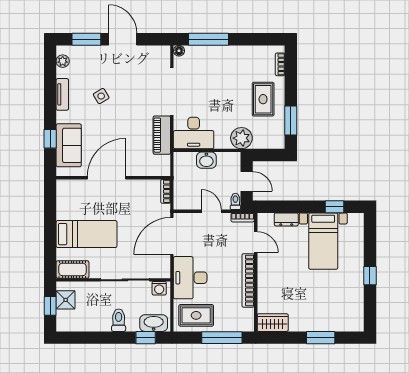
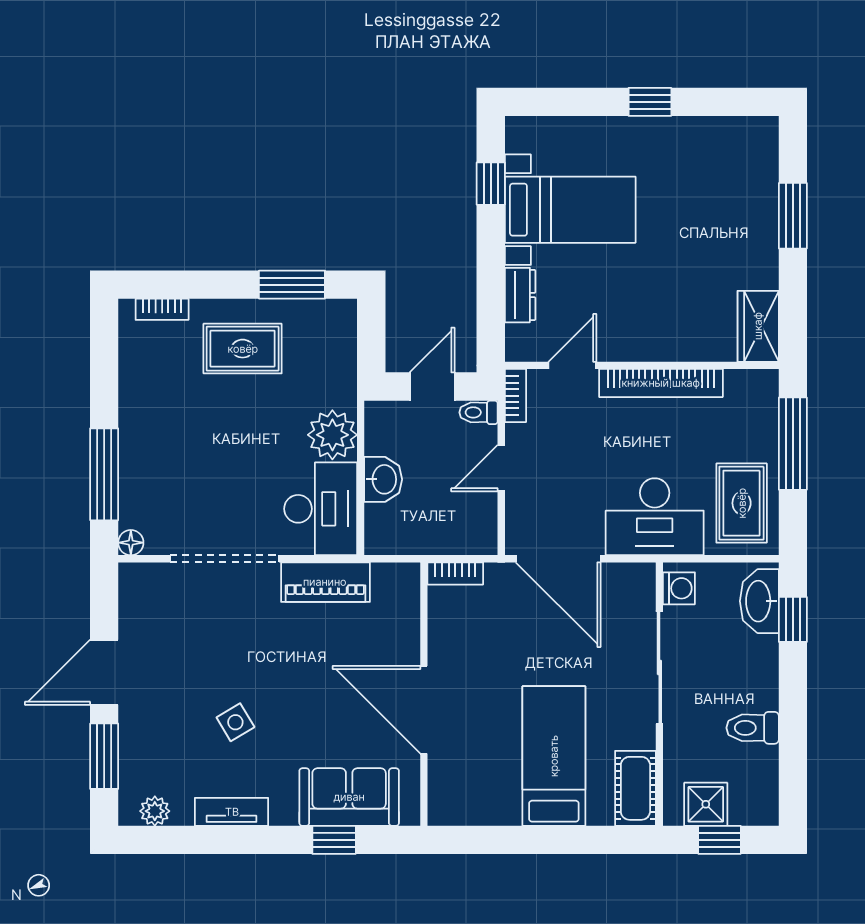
plant: (241, 138) -> (332, 435), moved
toilet: (119, 320) -> (753, 728), moved

